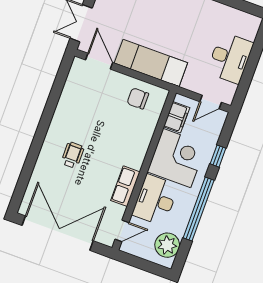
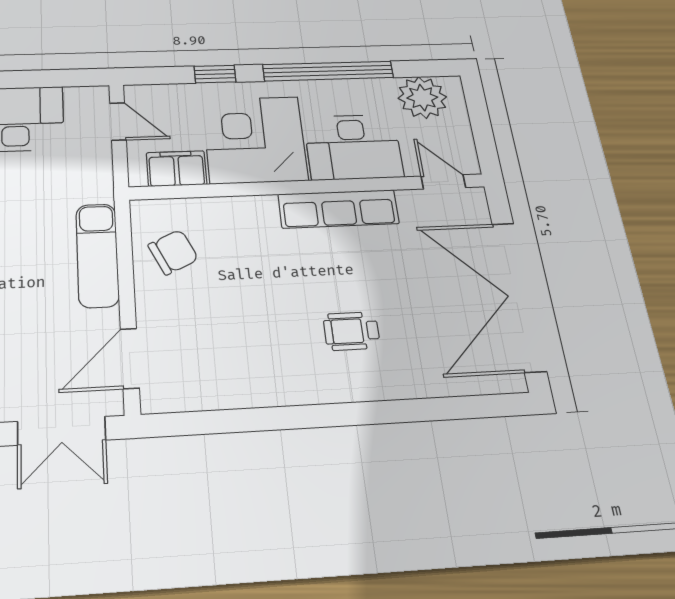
exam couch: (151, 63) -> (97, 255), width x0.73, depth x0.69
chair: (138, 98) -> (173, 252), turned -115
row of seats: (125, 186) -> (338, 209), width x1.48

